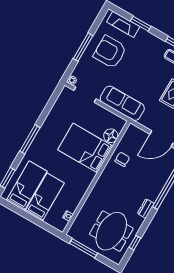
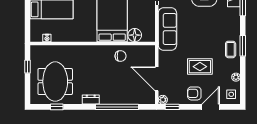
meeting table: (111, 231) -> (55, 82), turned 90
window: (83, 248) -> (28, 67), width x0.46

